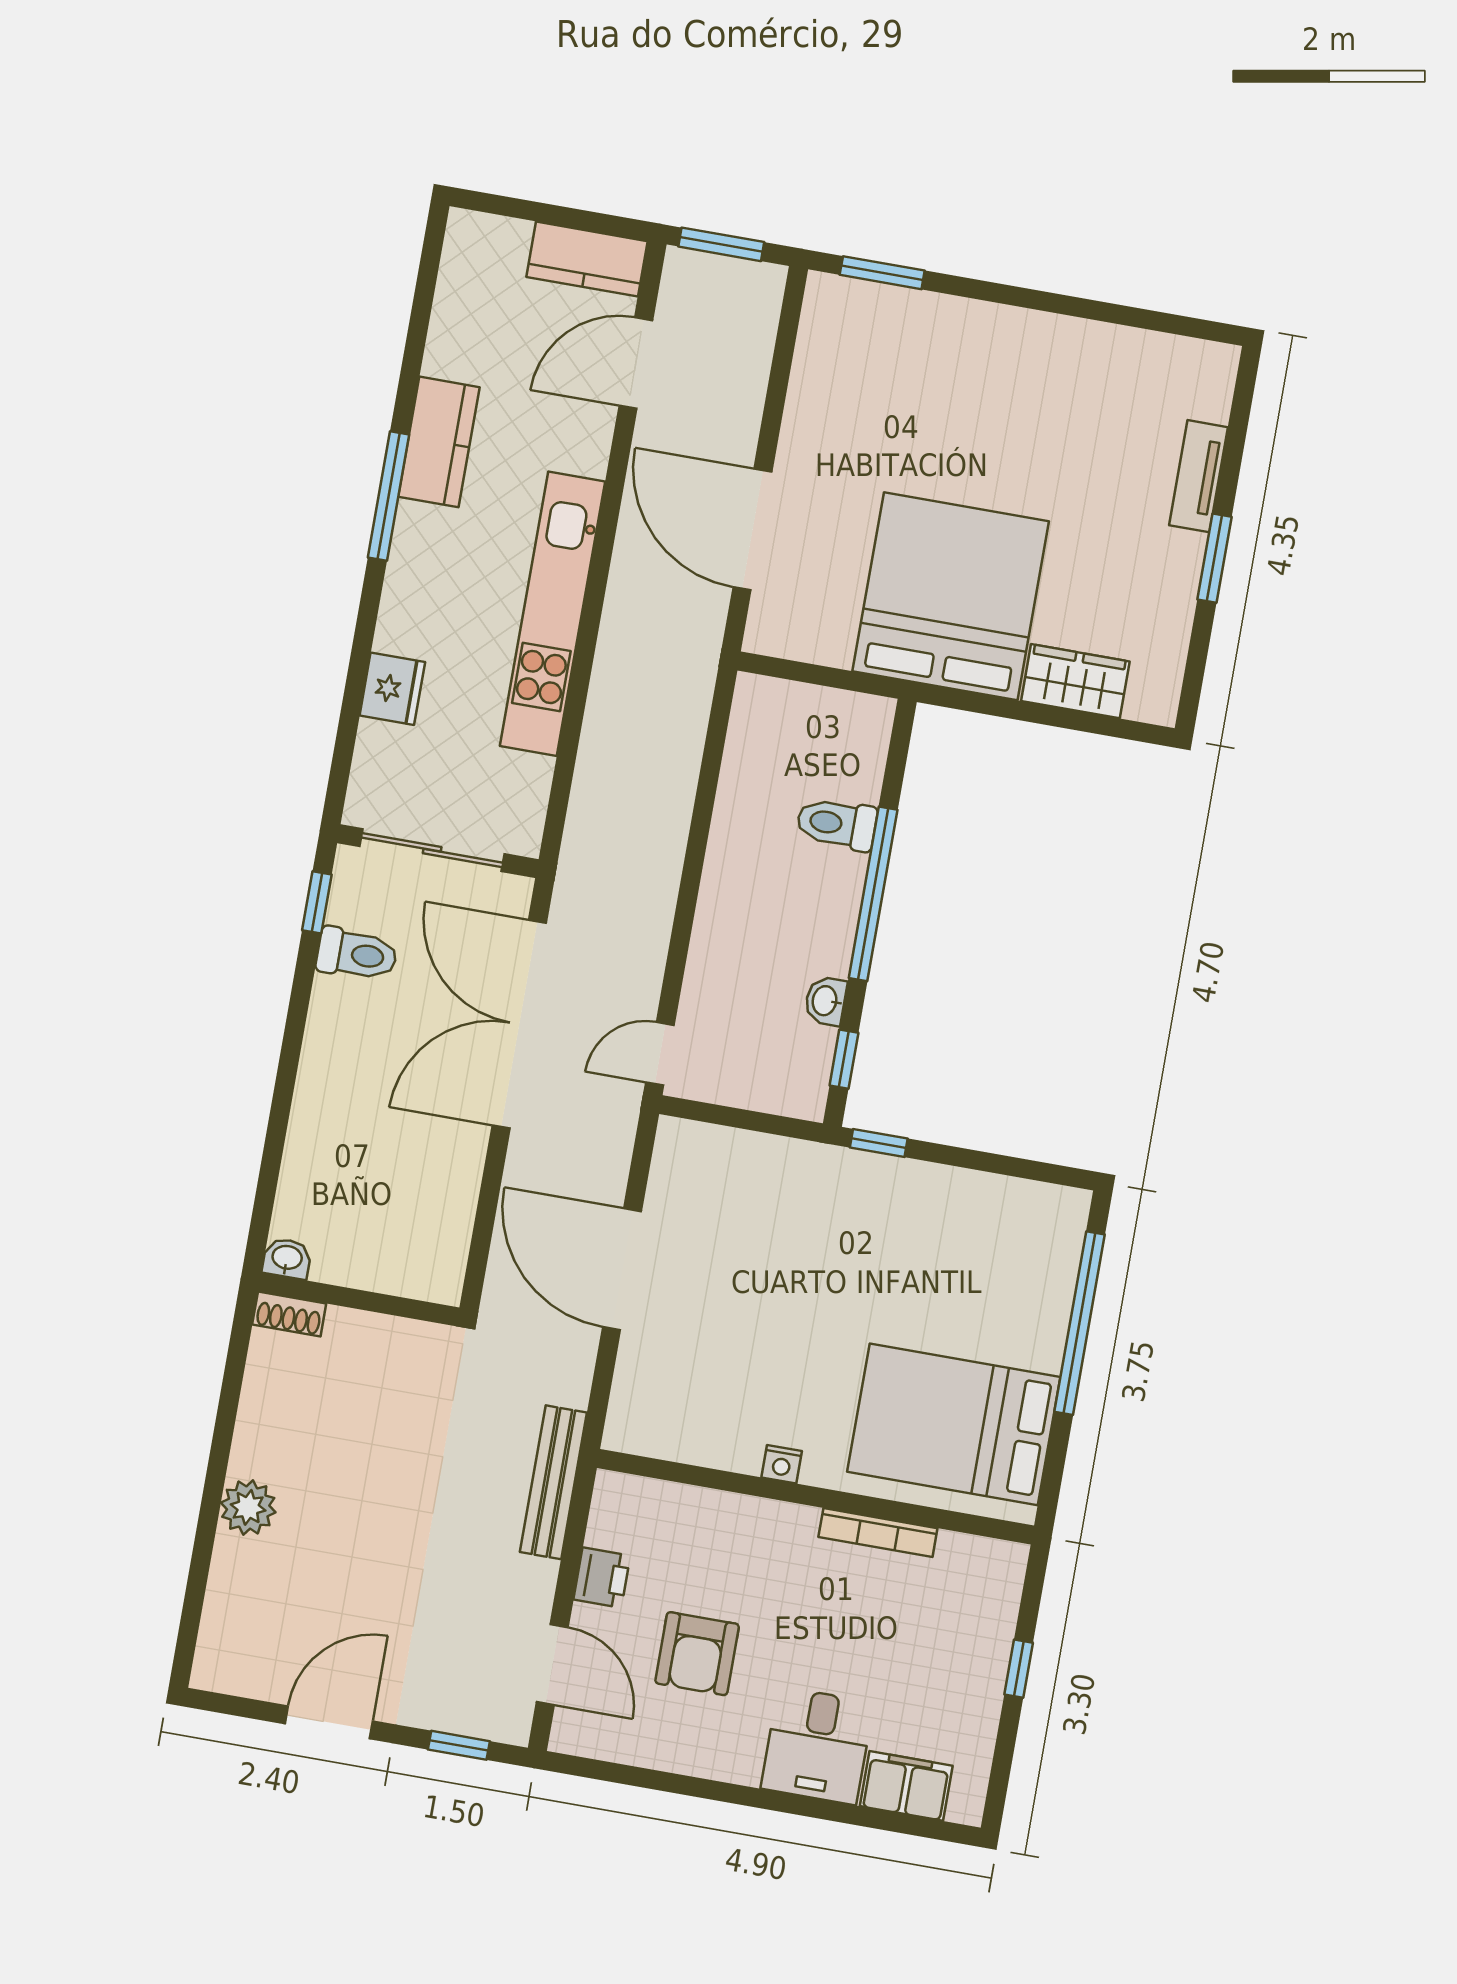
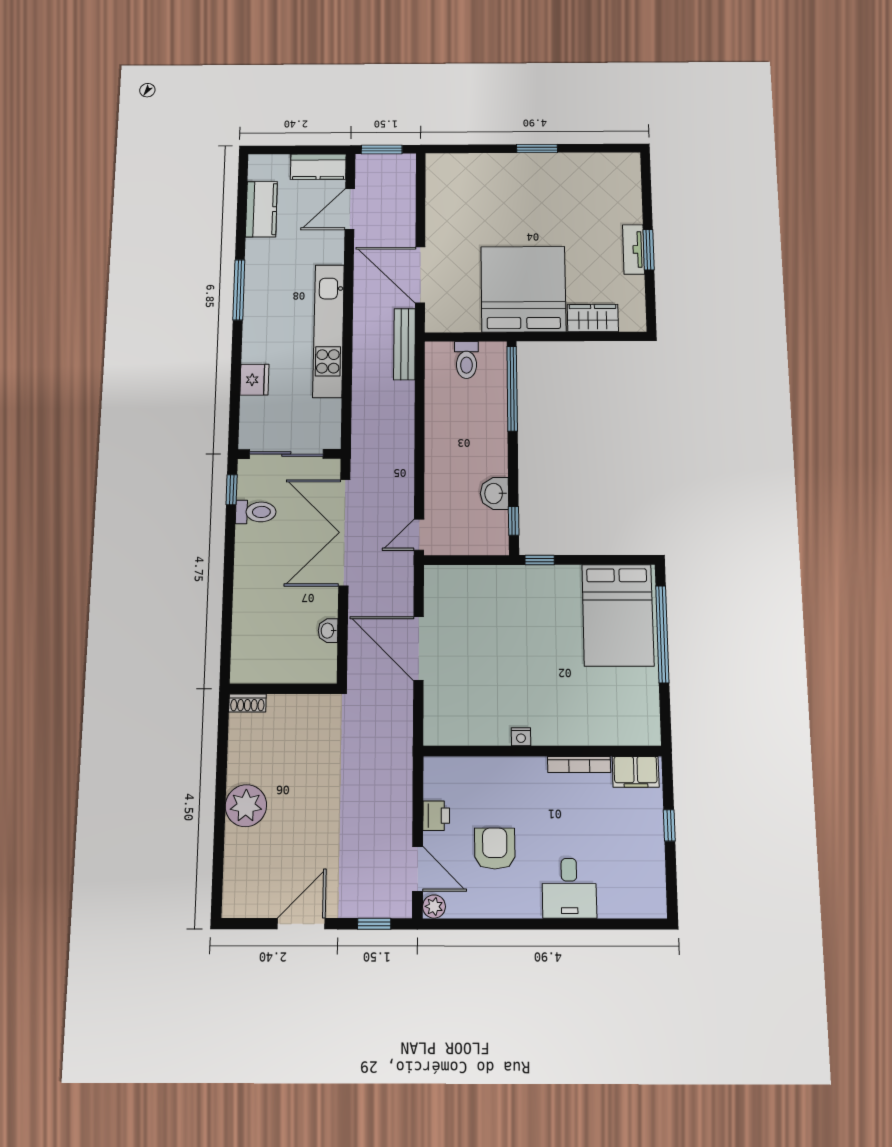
window: (882, 273) -> (537, 149), moved
kitchen counter: (439, 442) -> (261, 209), moved
tv unit: (1198, 476) -> (634, 249), moved
toilet: (837, 824) -> (466, 360), moved, turned -90
window: (873, 894) -> (512, 389), moved
washbasin: (826, 1001) -> (494, 493), width x1.38, depth x1.45
washbasin: (287, 1258) -> (328, 631), moved, turned -90
bed: (954, 1424) -> (618, 615), moved, turned -90
bench: (553, 1482) -> (405, 344), moved
plant: (248, 1507) -> (246, 806), width x1.36, depth x1.36
armchair: (697, 1654) -> (495, 849), turned 180
plant: (570, 1734) -> (434, 906), added
filing cabinet: (906, 1786) -> (636, 772), moved, turned 180

